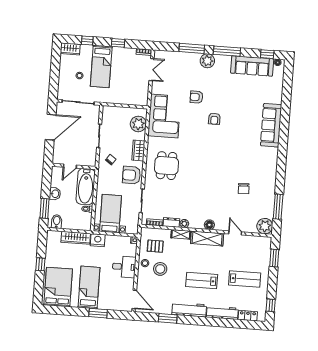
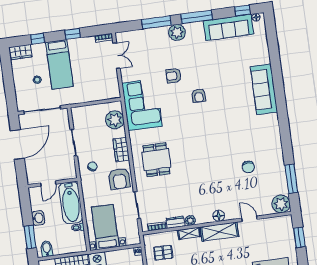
armchair: (131, 175) -> (119, 179), turned -90

